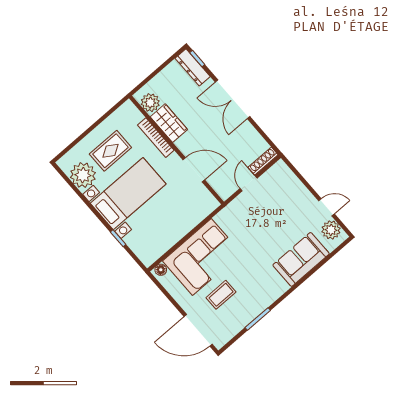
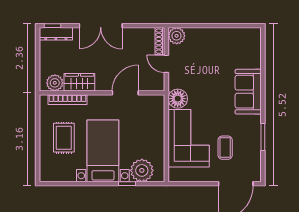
bookcase: (156, 138) -> (67, 100), moved
plant: (83, 175) -> (142, 170), moved
door: (326, 207) -> (228, 26), removed
plant: (331, 230) -> (177, 36), moved
sofa: (301, 259) -> (248, 92), moved
floor lamp: (161, 270) -> (178, 99), moved, width x1.89, depth x1.89

